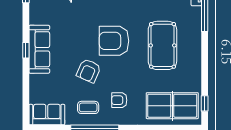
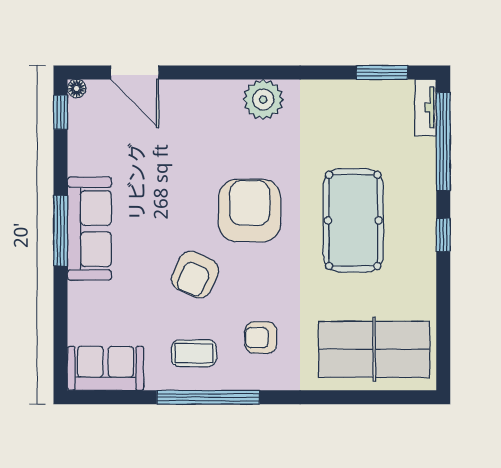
armchair: (114, 41) -> (250, 211), turned 90
window: (26, 50) -> (61, 231), width x2.17
window: (205, 103) -> (443, 235), moved

